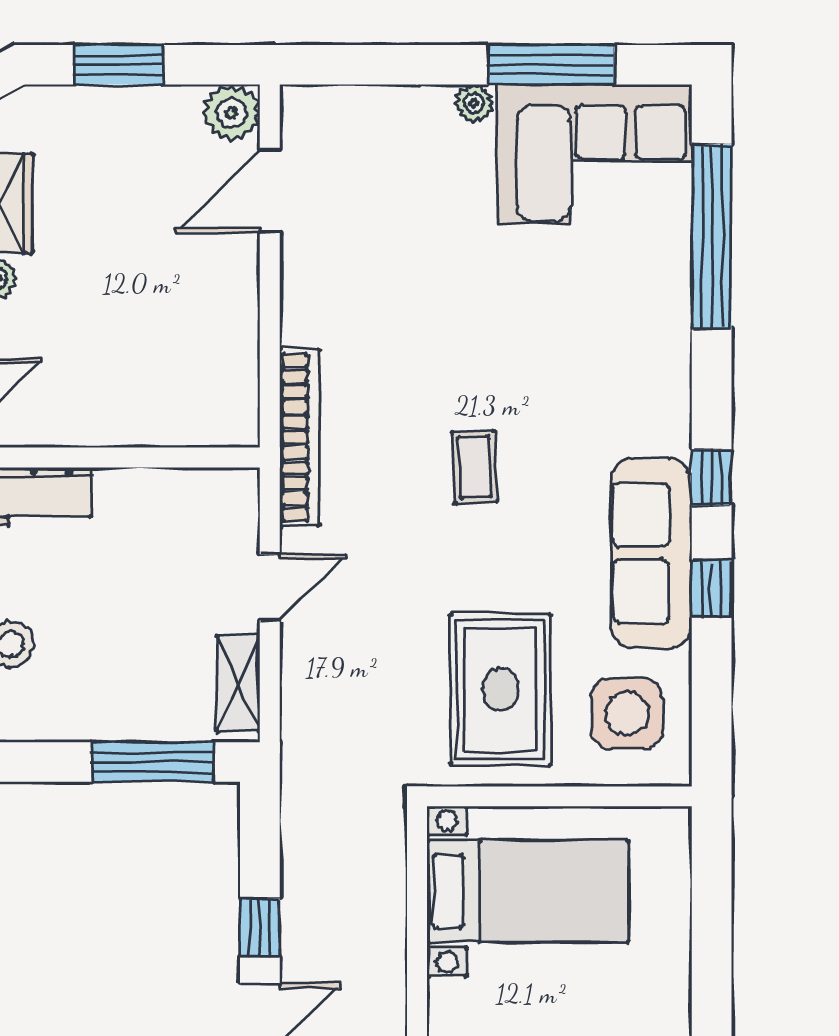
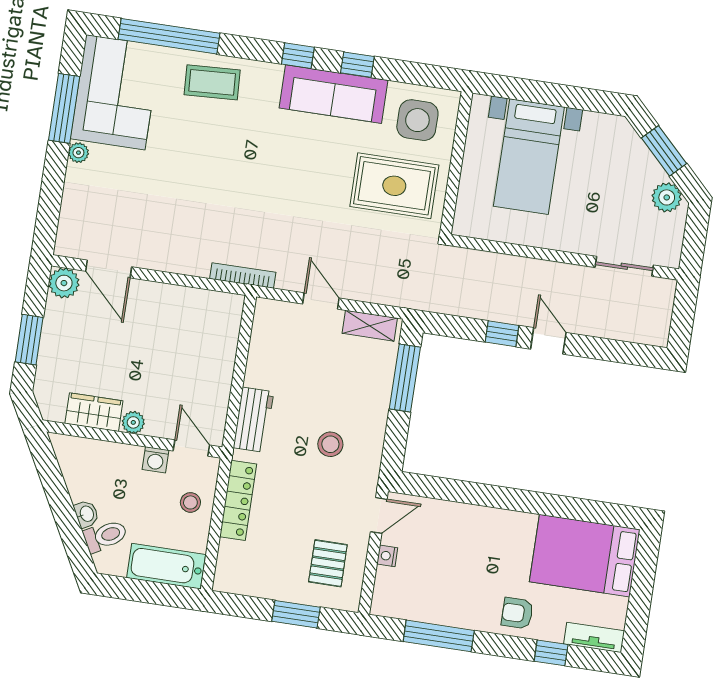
bookcase: (300, 437) -> (243, 275), width x0.68, depth x0.76
coffee table: (474, 467) -> (212, 82), moved, width x1.36, depth x1.30
bed with nightstands: (528, 891) -> (529, 157), moved, turned 180

